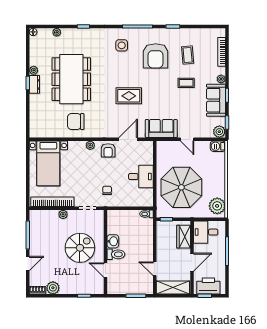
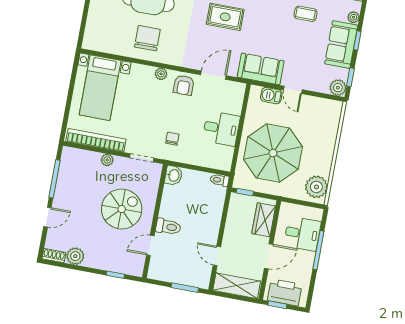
chair: (76, 121) -> (147, 38), turned 90
barbecue: (218, 146) -> (271, 96), moved
desk: (206, 232) -> (302, 234), moved, turned 180
washbasin: (113, 241) -> (174, 175), moved
door: (105, 270) -> (150, 245), hinge flipped

